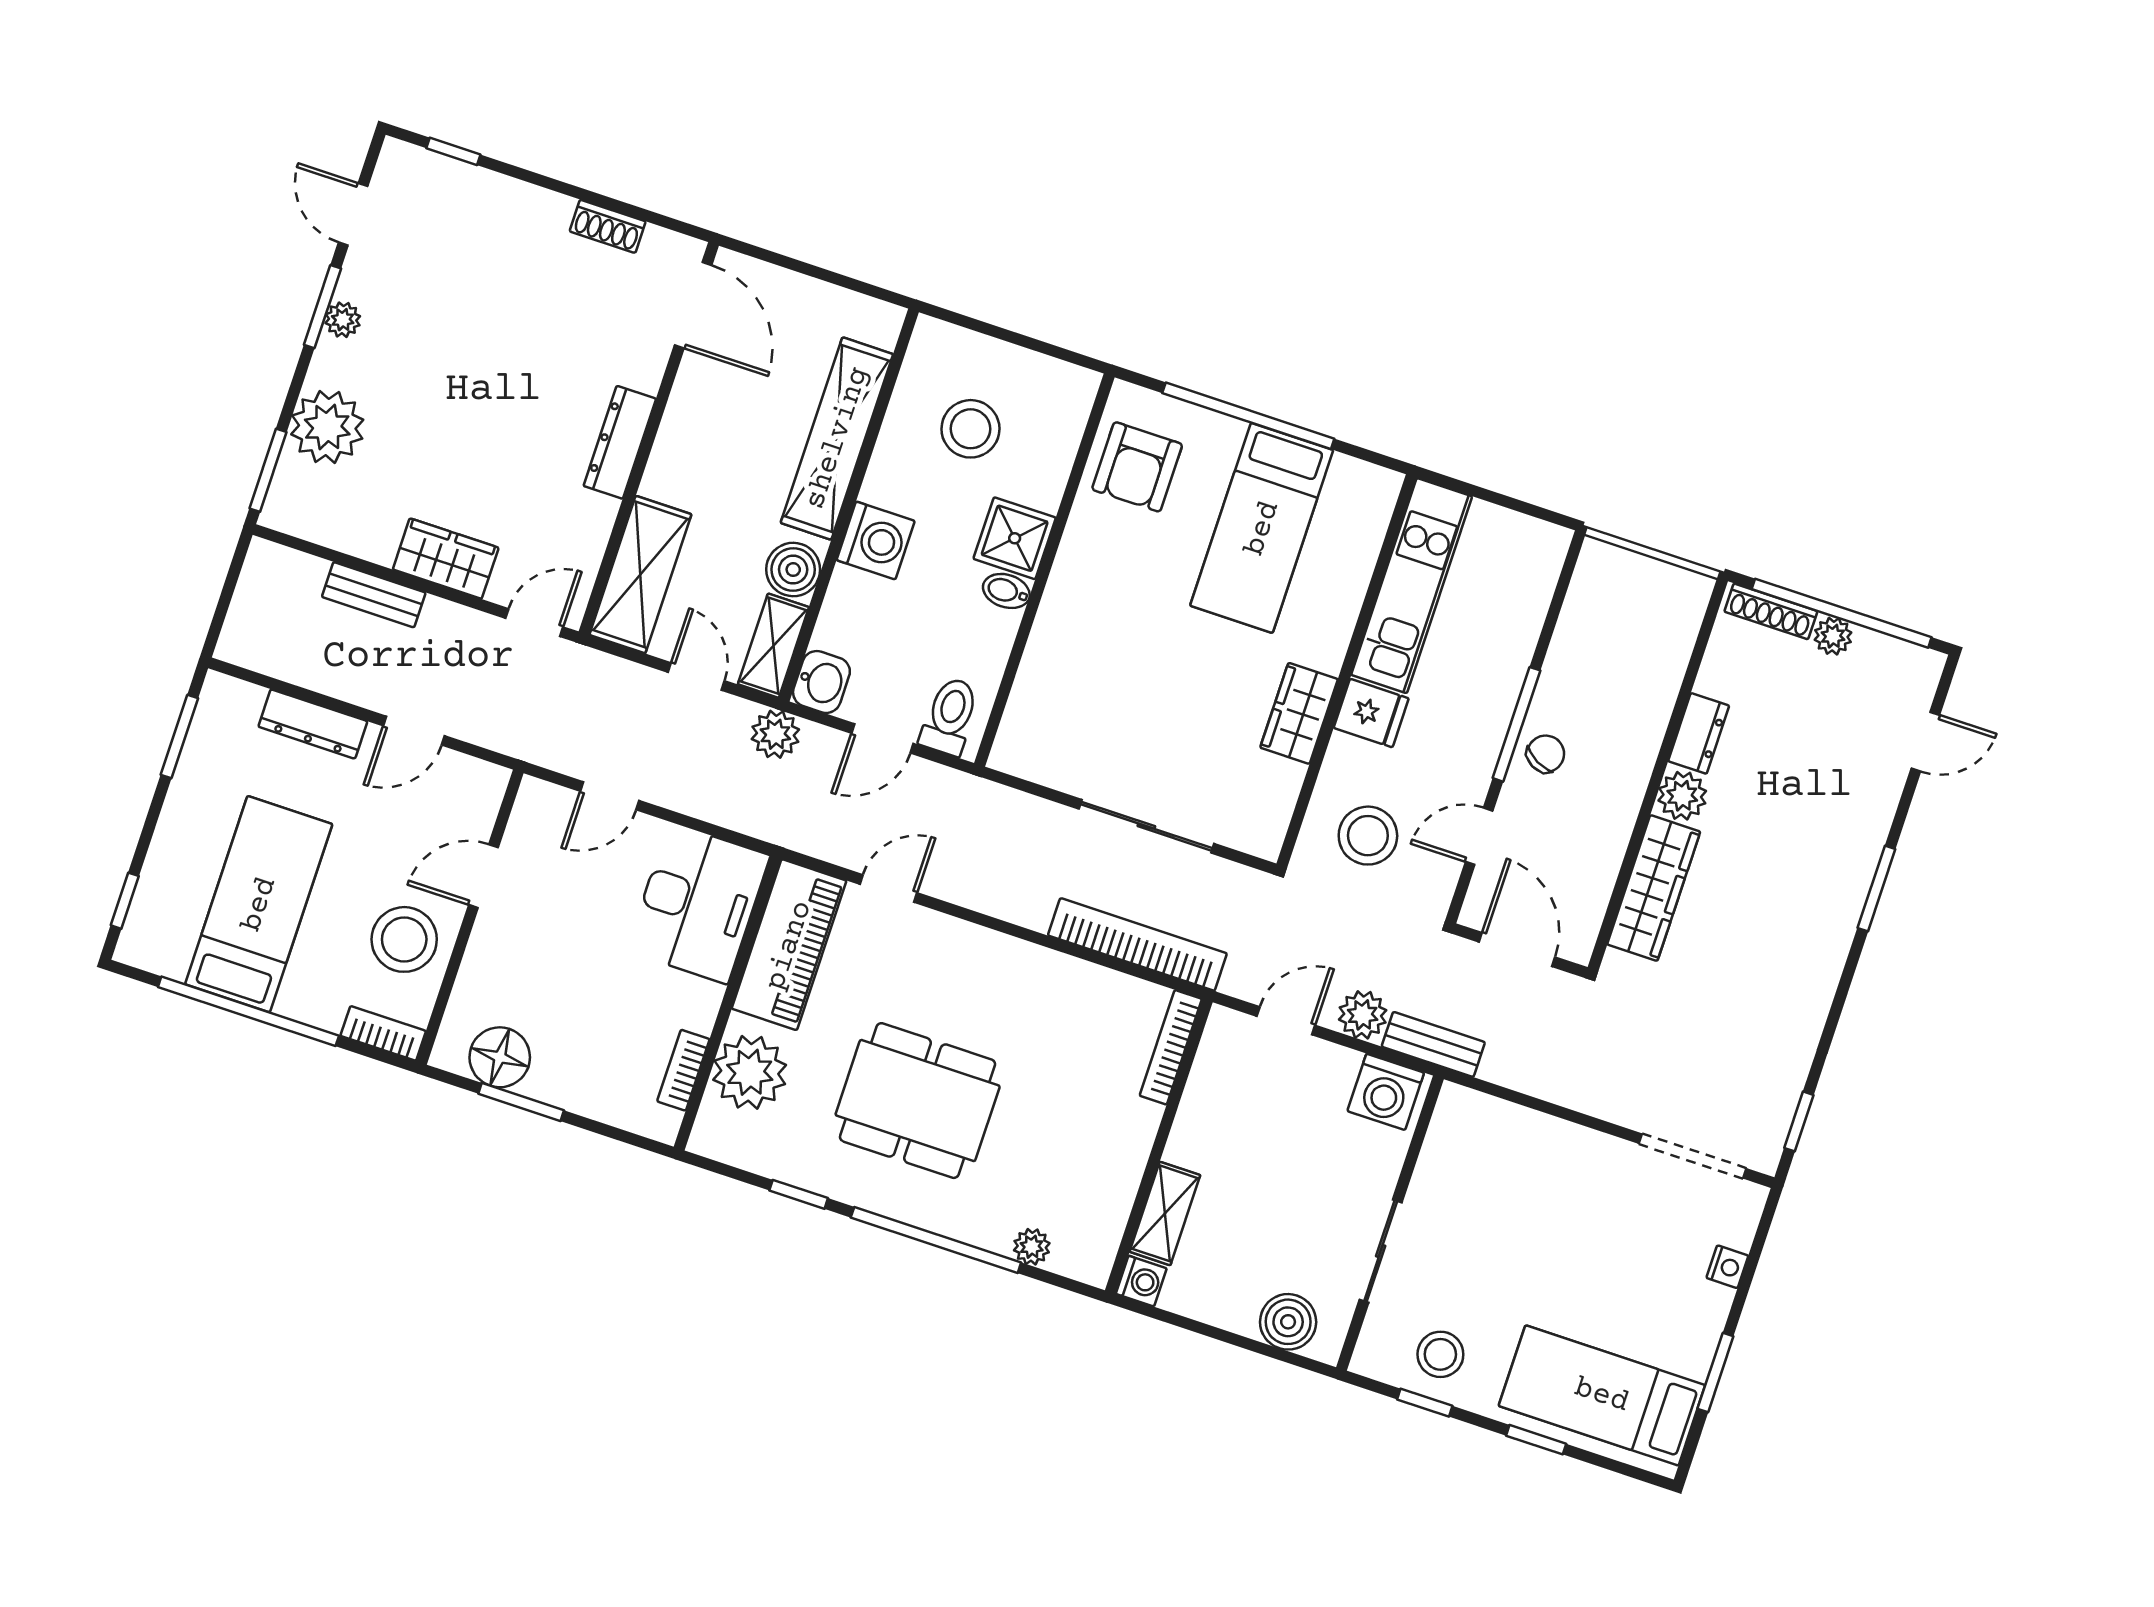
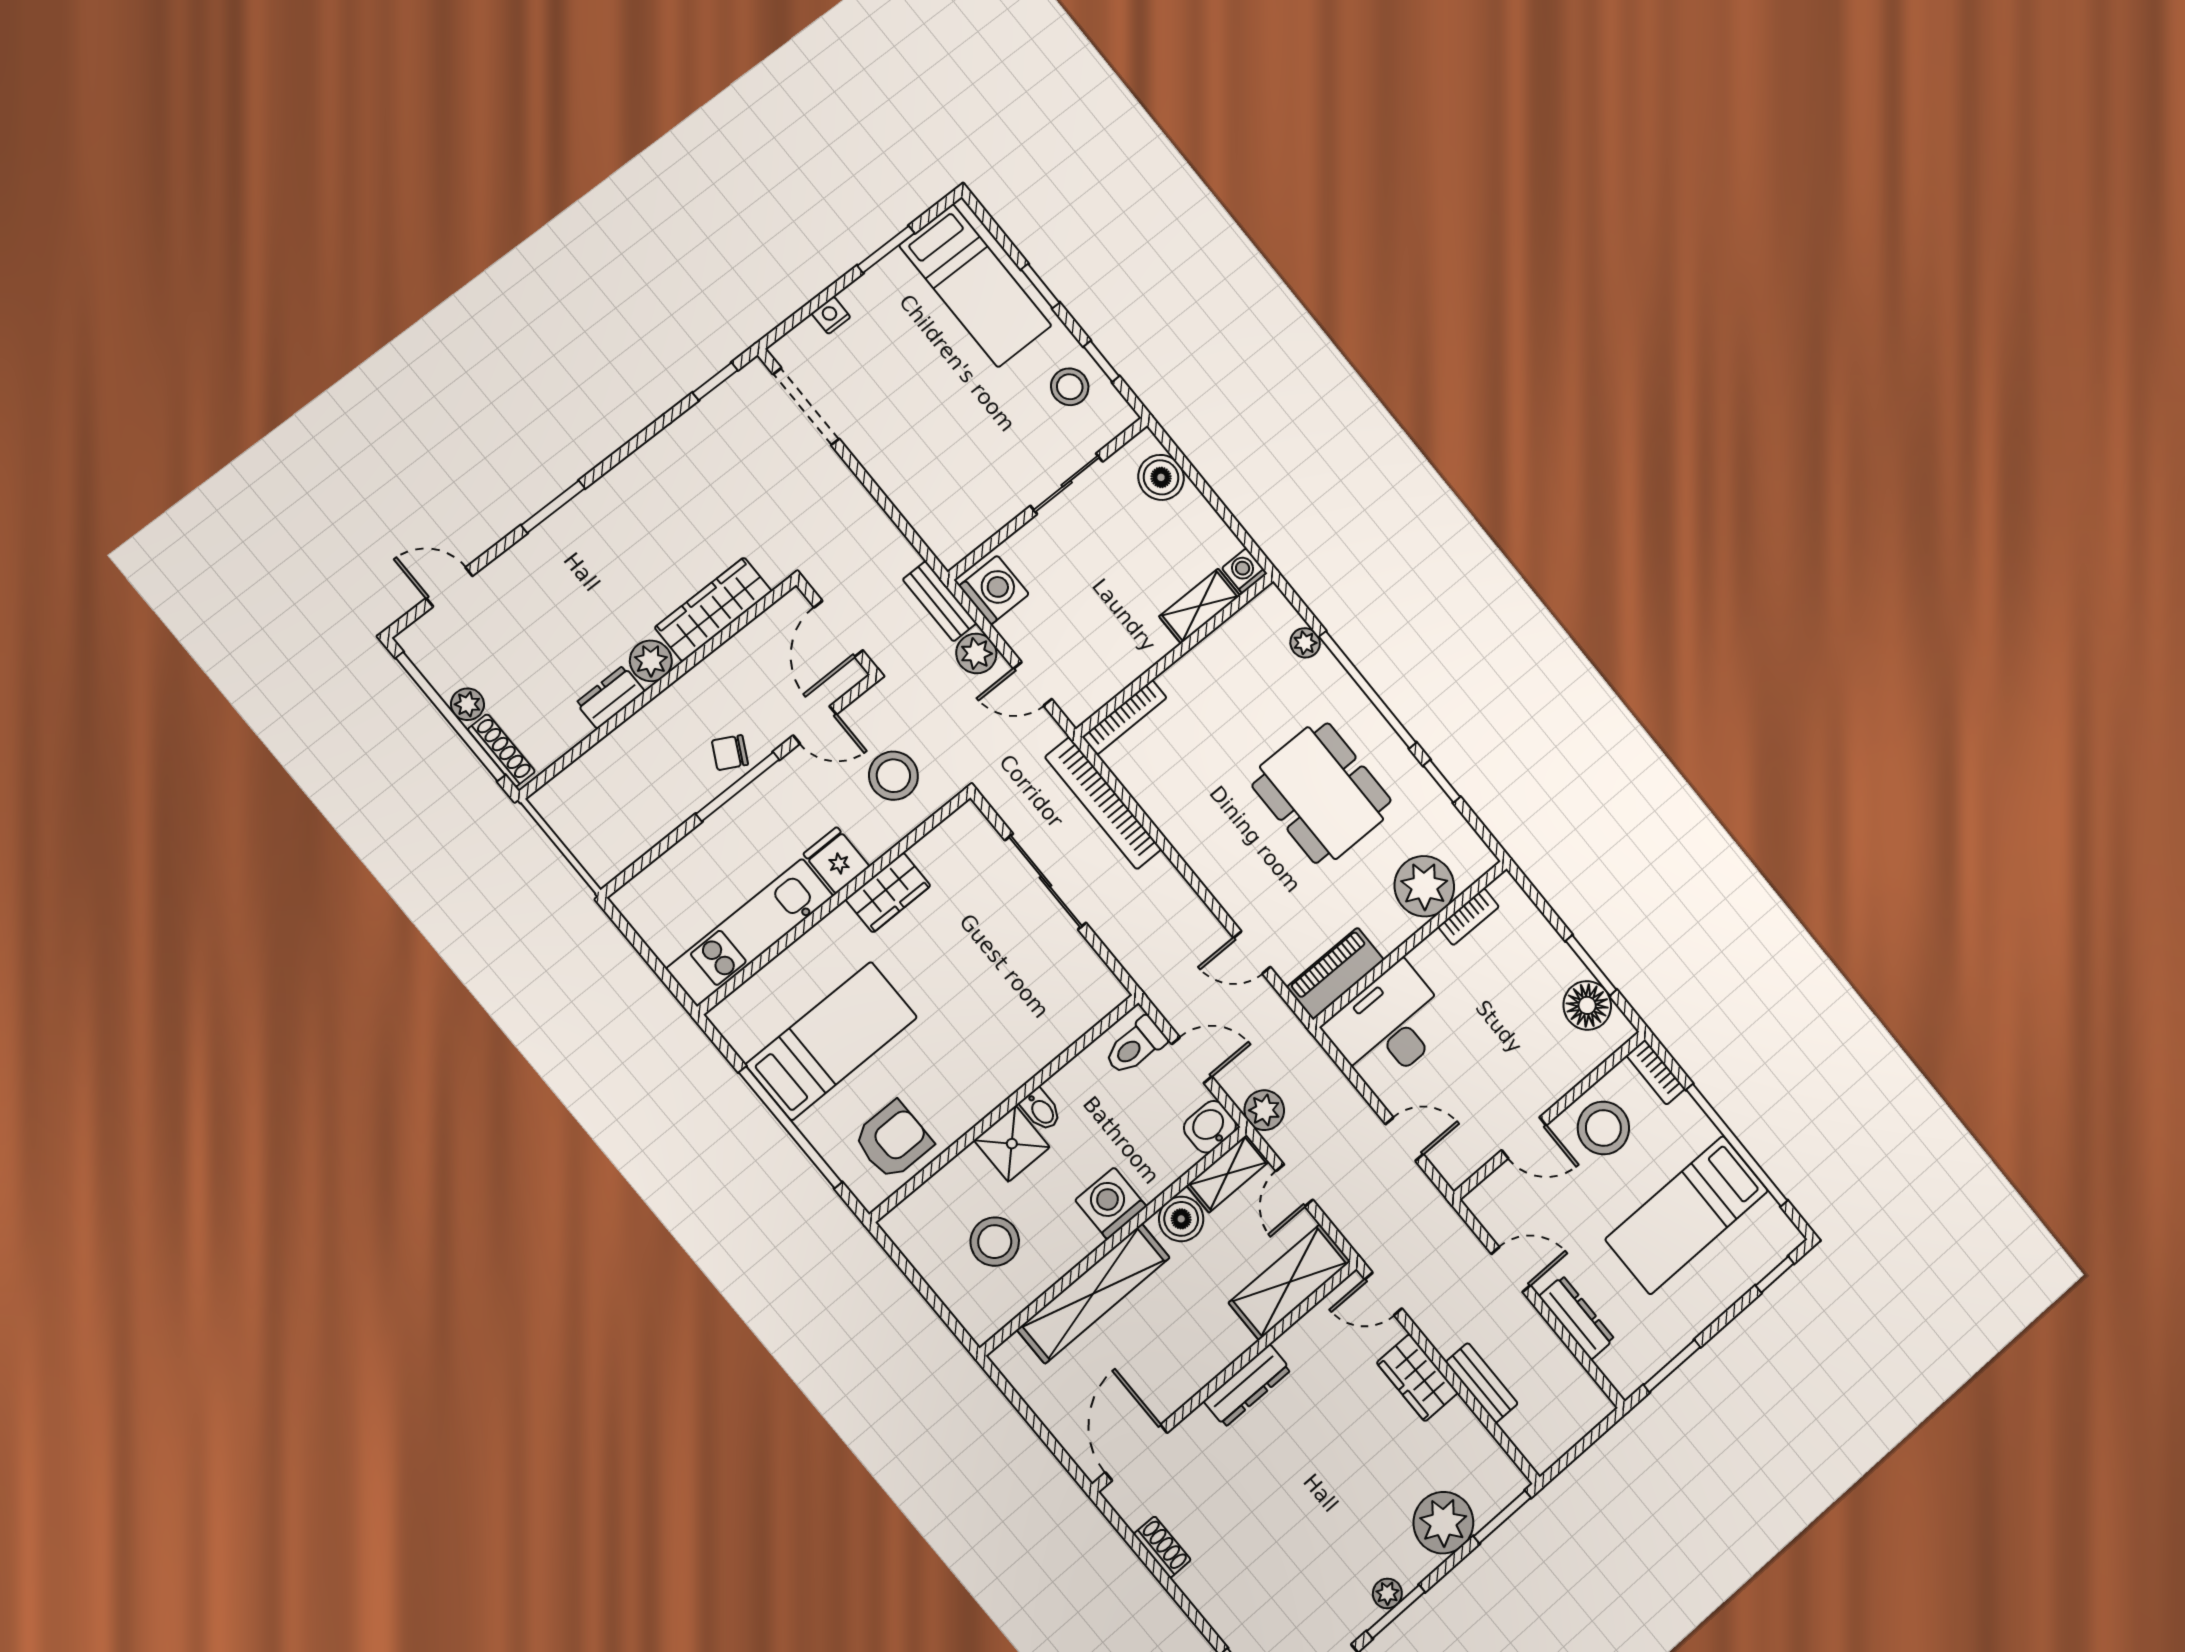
piano: (789, 945) -> (1335, 973), width x0.73, depth x0.75

